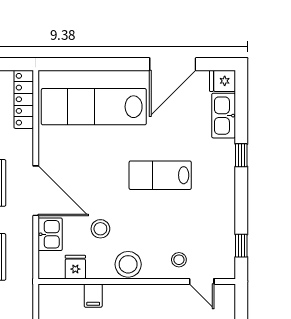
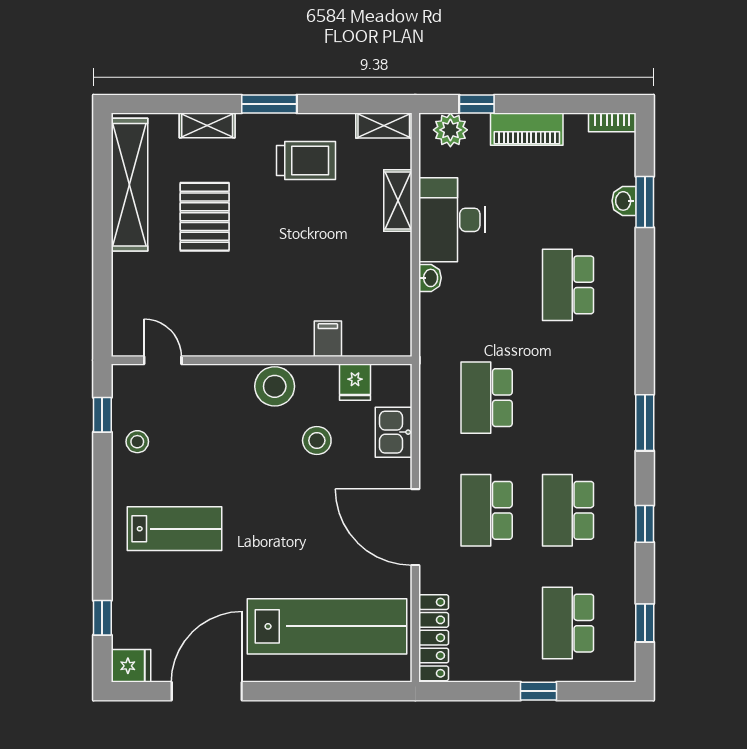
kitchen sink: (224, 116) -> (129, 613), removed
window: (241, 155) -> (102, 618), moved
lab bench: (160, 175) -> (174, 529), moved
door: (36, 191) -> (415, 527), moved
stool: (179, 260) -> (137, 442), moved

